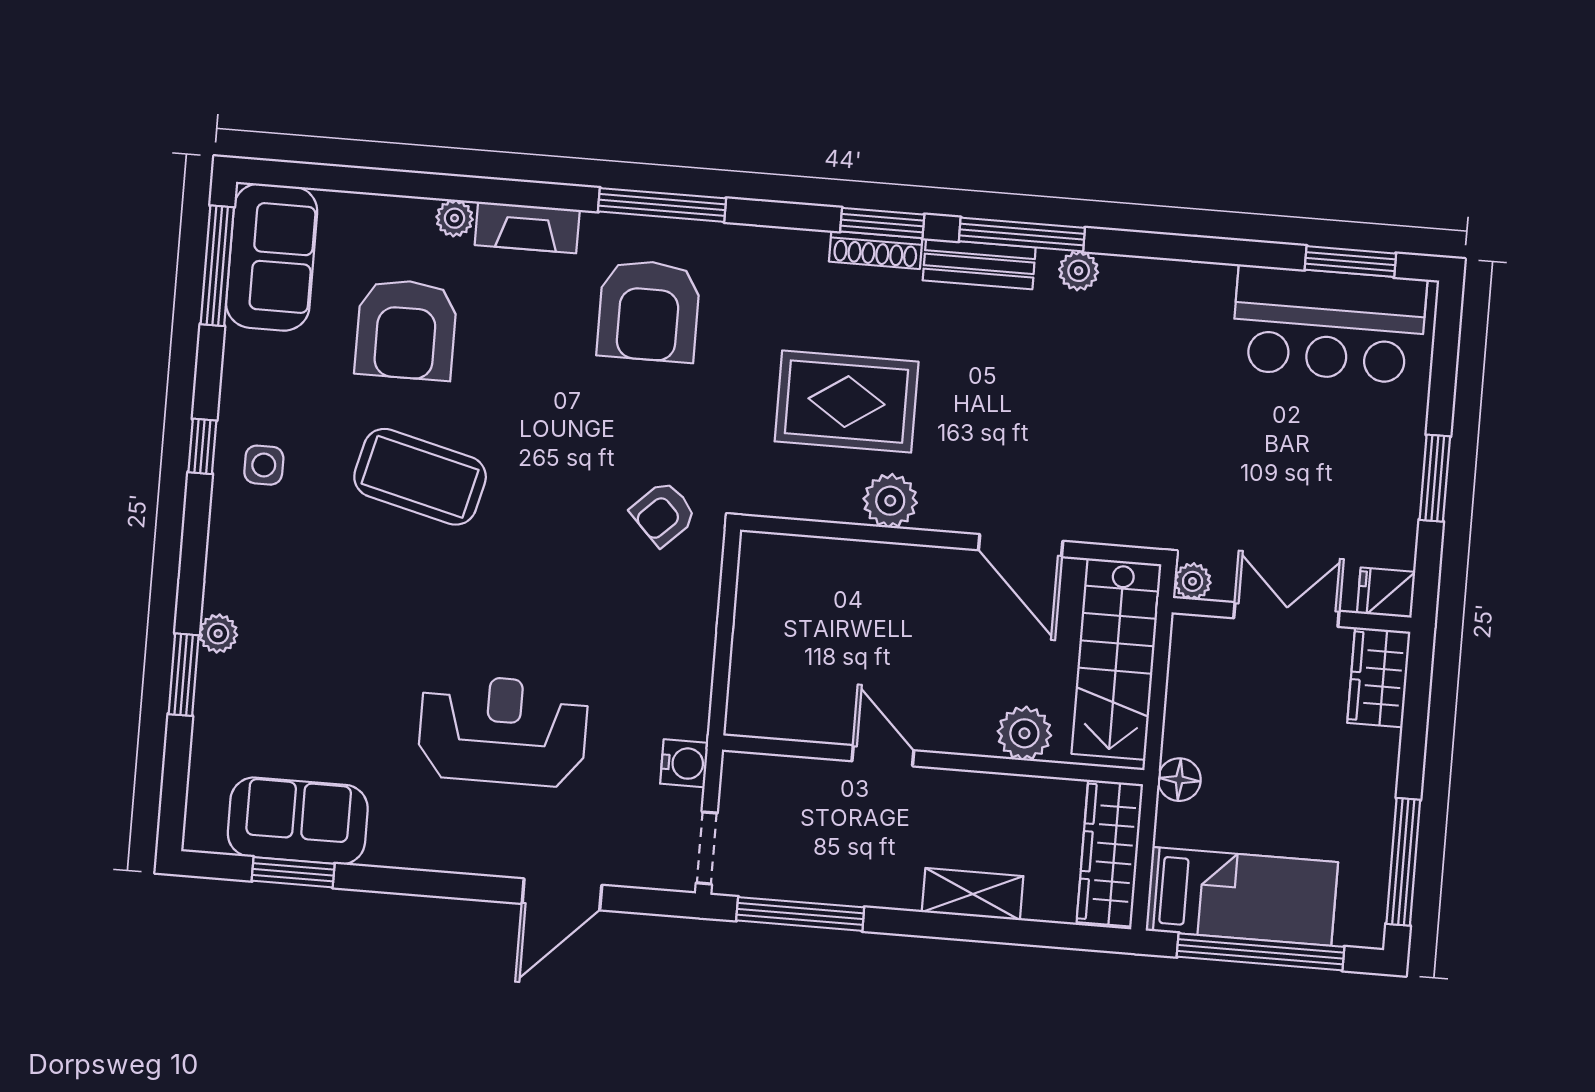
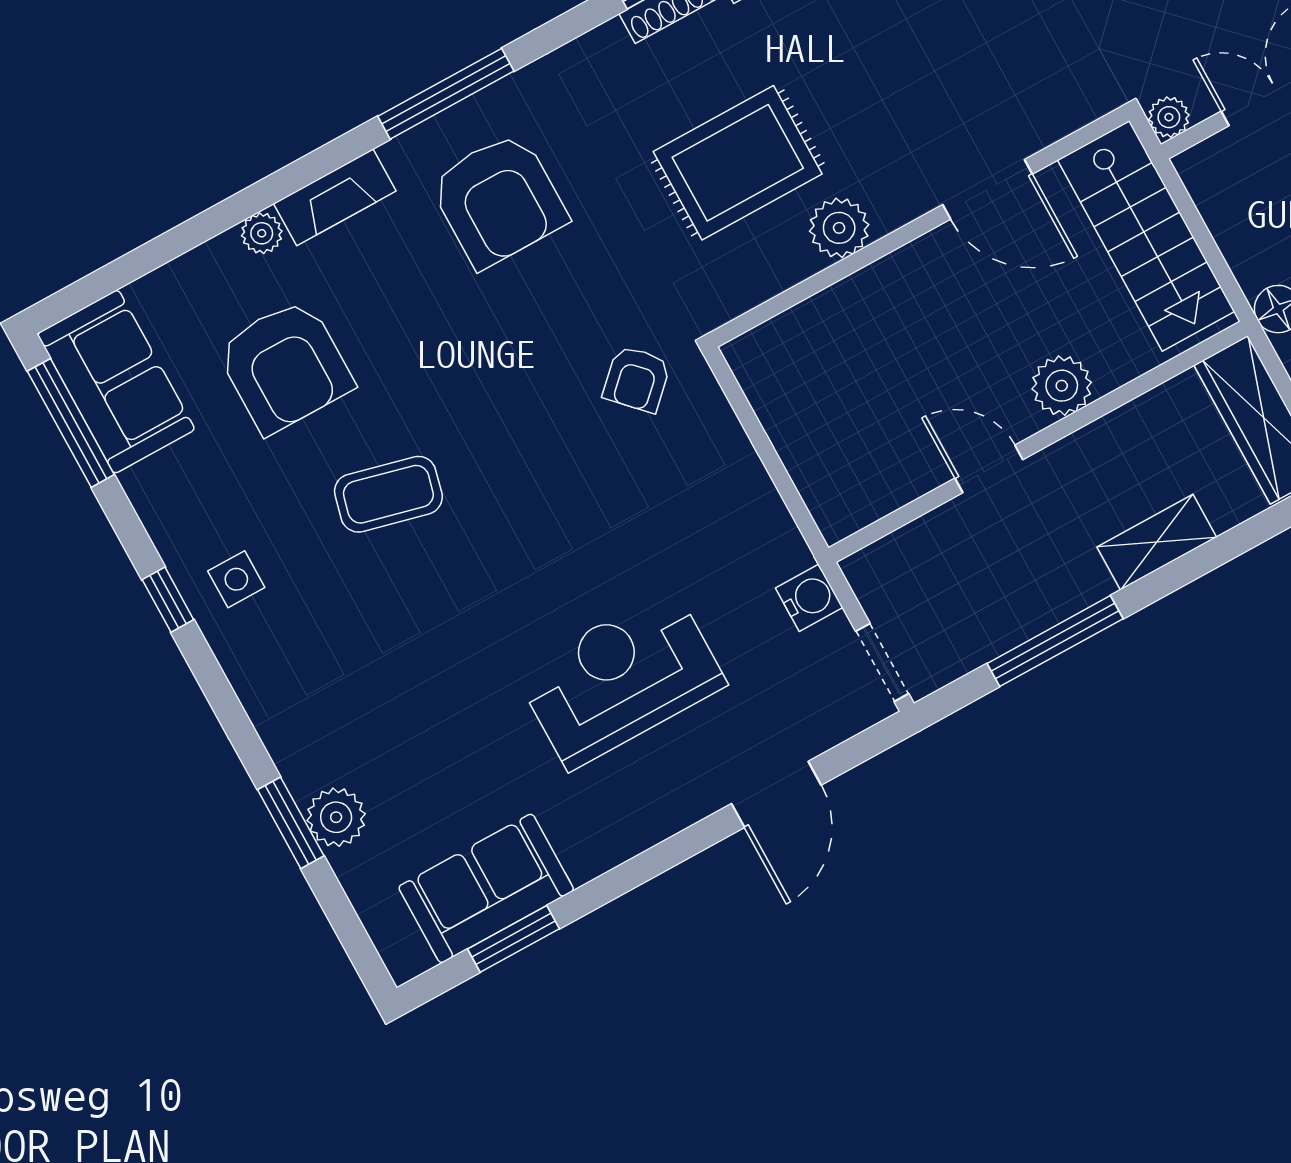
coffee table: (420, 477) -> (388, 494), width x0.73, depth x0.76
plant: (218, 634) -> (336, 817), moved, width x1.38, depth x1.38
plant: (1024, 733) -> (1062, 386), moved
window: (800, 914) -> (1055, 641), moved

